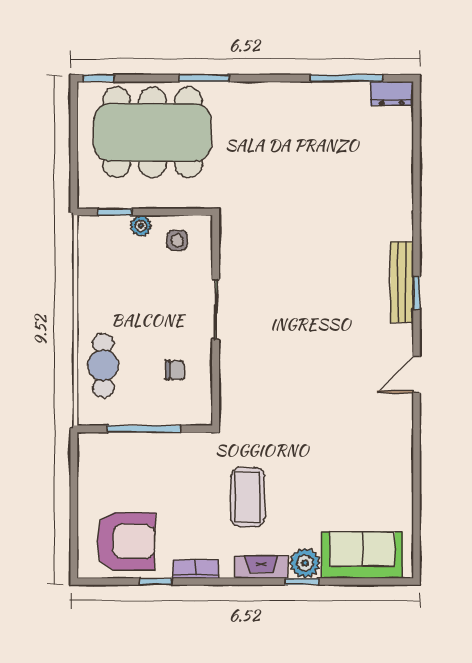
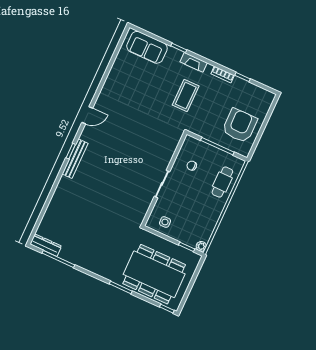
dresser: (392, 94) -> (46, 245), width x1.44
plant: (141, 226) -> (201, 246), moved
armchair: (126, 541) -> (240, 126), moved, turned 89
plant: (305, 563) -> (174, 55), removed

